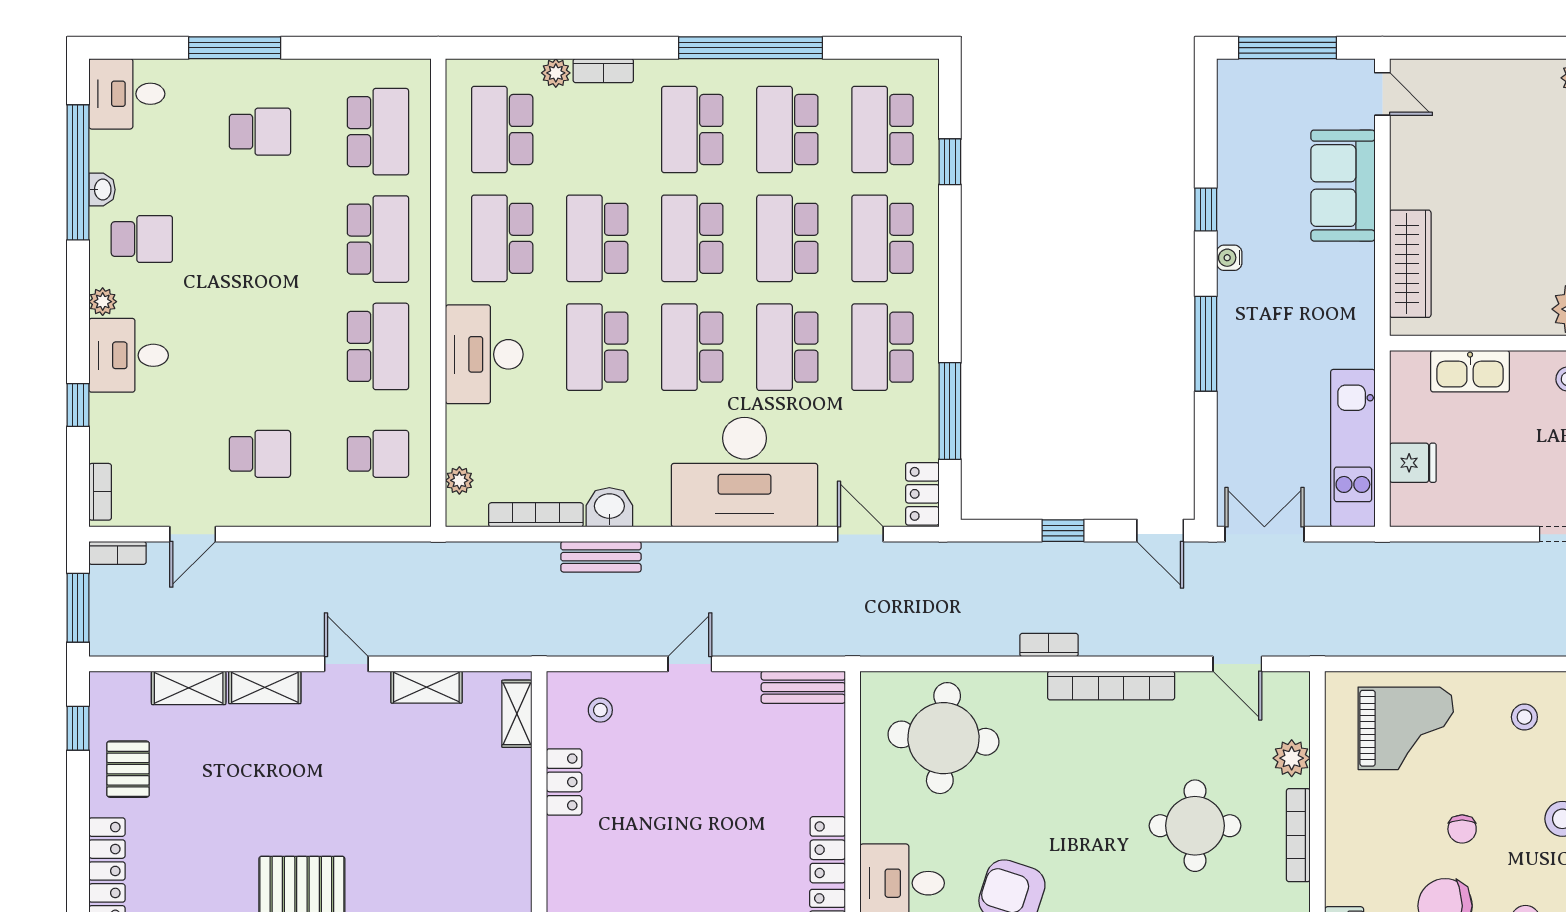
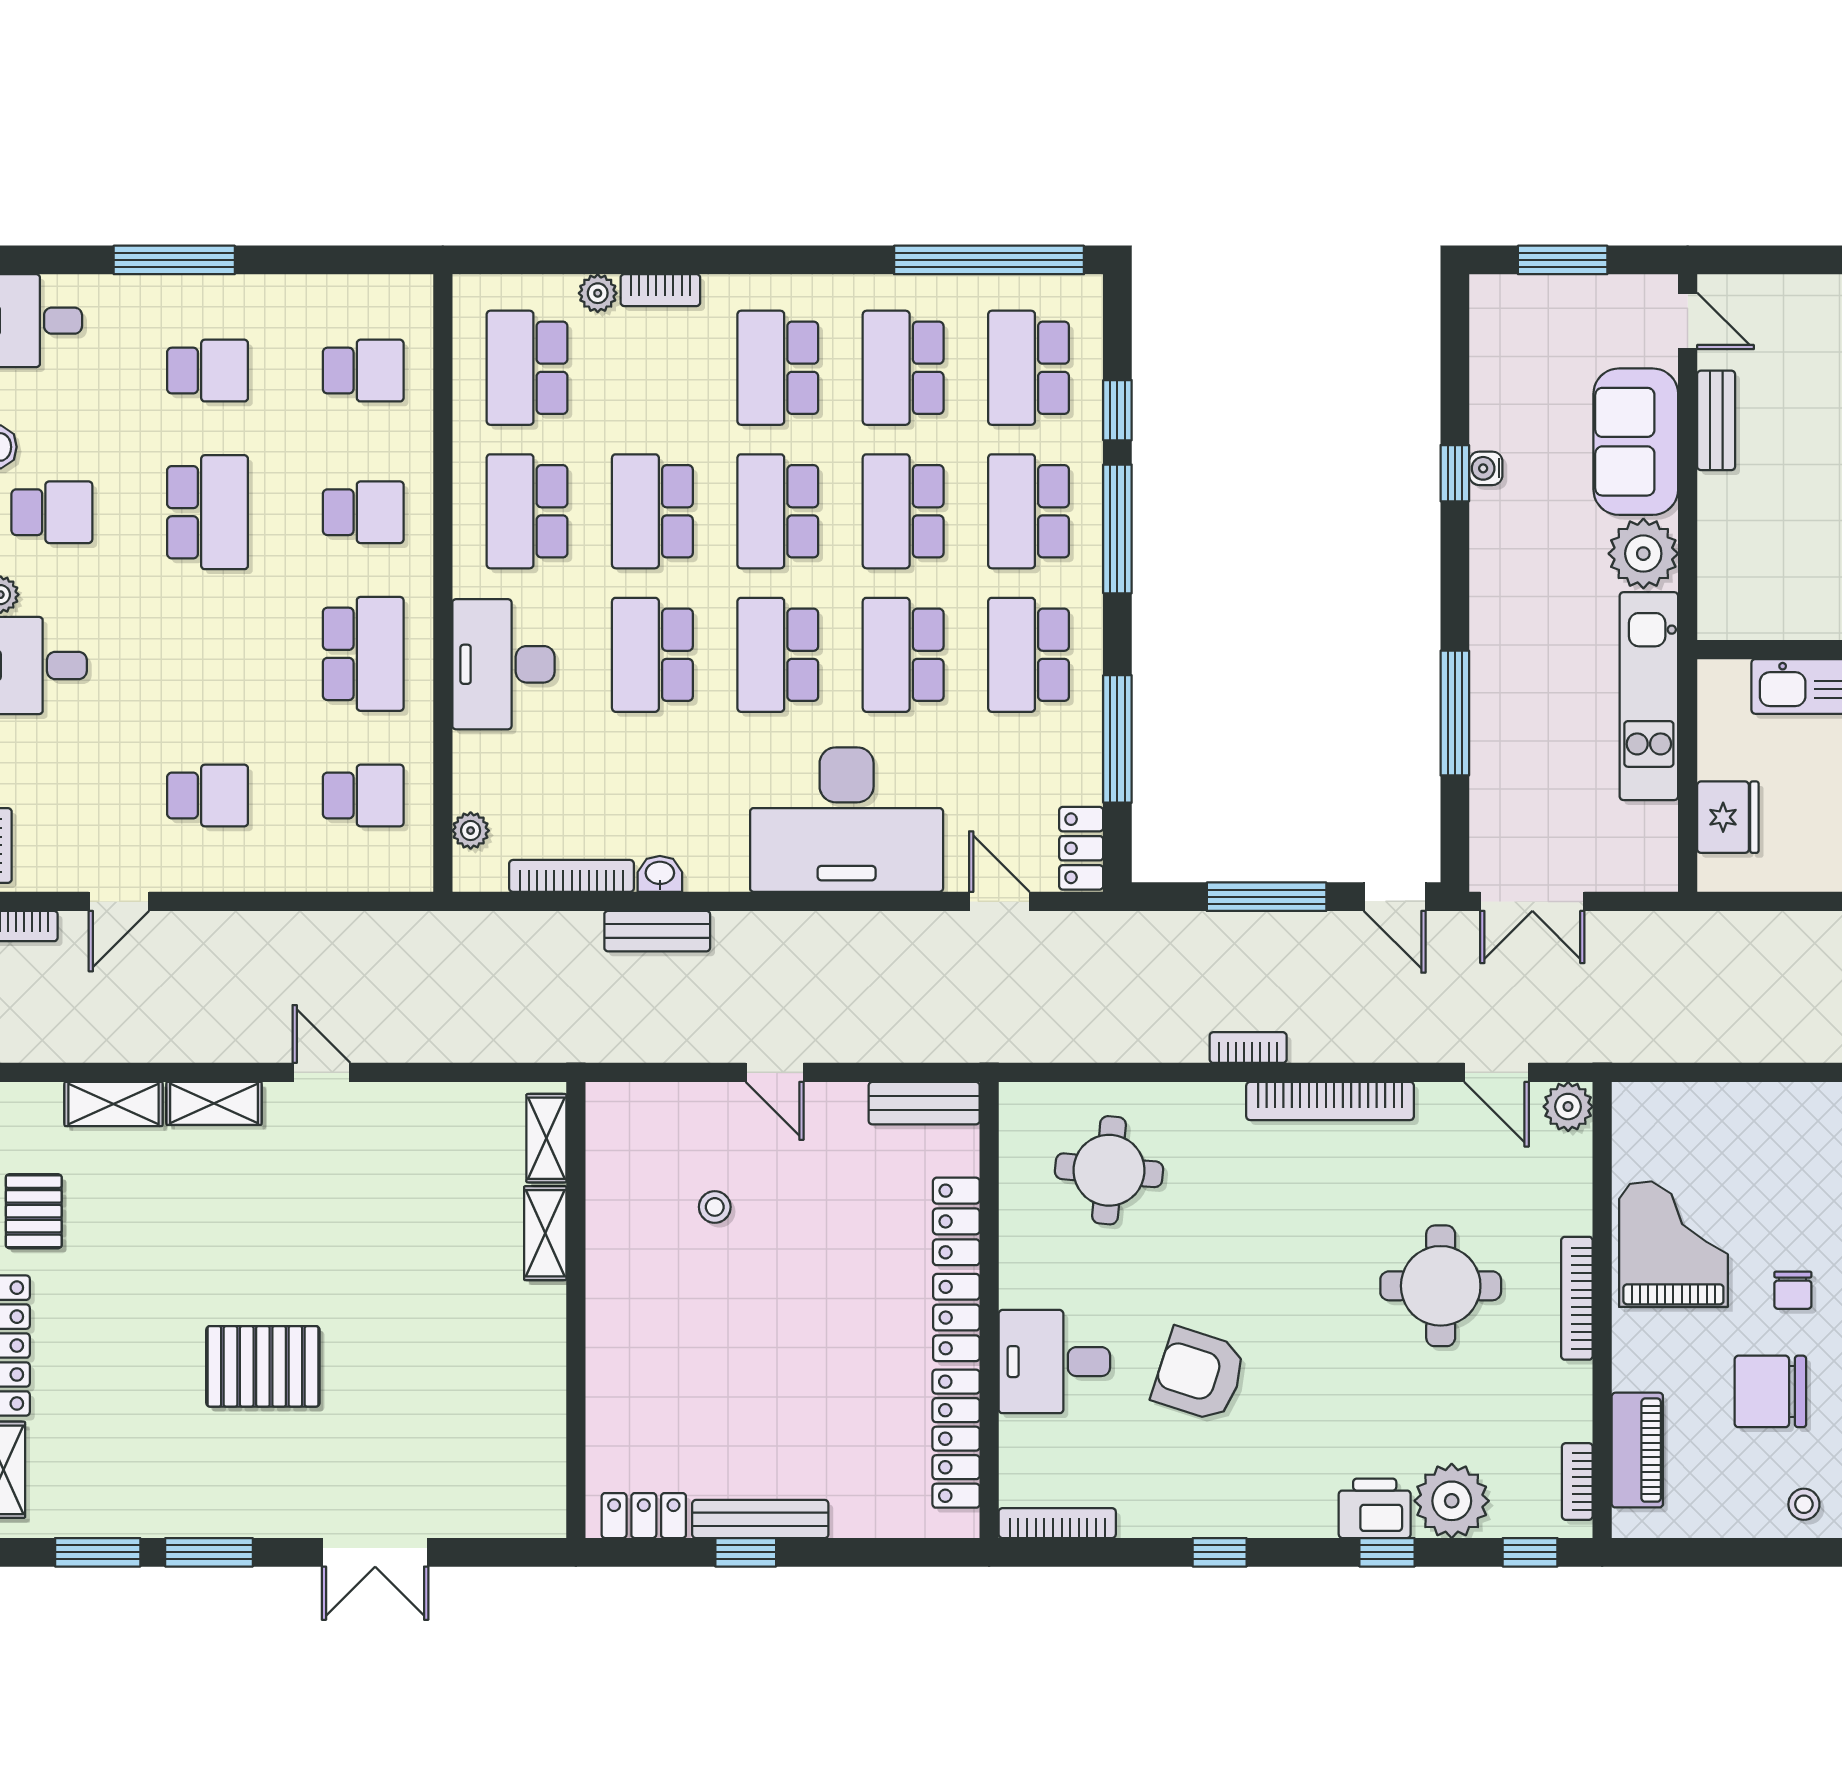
window: (751, 48) -> (989, 260), moved
window: (1287, 48) -> (1563, 260), width x0.69
school desk: (378, 132) -> (363, 371), width x0.54
bench: (1404, 169) -> (1716, 420), added
school desk: (260, 239) -> (208, 512), added
school desk: (378, 239) -> (363, 512), width x0.54
window: (950, 252) -> (1117, 529), added
water cooler: (1229, 258) -> (1486, 468), moved
wardrobe: (1410, 264) -> (1725, 545), removed
plant: (1349, 270) -> (1643, 554), added
window: (1206, 344) -> (1455, 713), moved
kitchen unit: (1353, 448) -> (1649, 696), moved
fridge: (1413, 463) -> (1728, 817), width x1.38
washbasin: (609, 507) -> (660, 874), width x0.72, depth x0.69
window: (1063, 531) -> (1267, 897), width x2.17
double door: (1264, 534) -> (1532, 901), swing flipped
door: (690, 664) -> (775, 1072), swing flipped
shelving: (426, 687) -> (545, 1233), moved, turned 90
stool: (600, 710) -> (715, 1207), moved
grand piano: (1406, 728) -> (1673, 1244), moved, turned -90
round table: (943, 738) -> (1109, 1170), width x0.73, depth x0.73
plant: (1292, 758) -> (1568, 1107), moved
locker: (564, 782) -> (956, 1221), moved, turned 180

